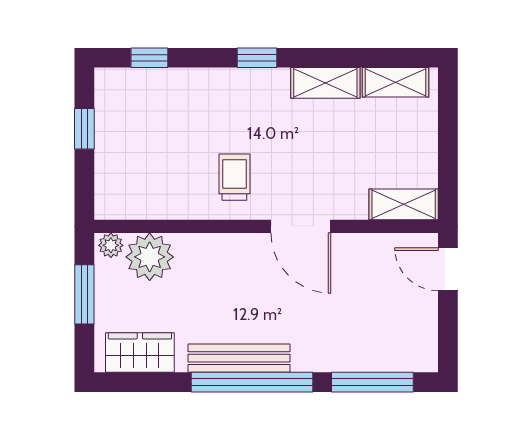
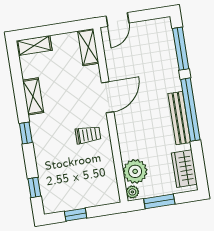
shelving: (395, 82) -> (34, 46), moved, turned 90
trolley: (234, 177) -> (88, 135), turned 180

